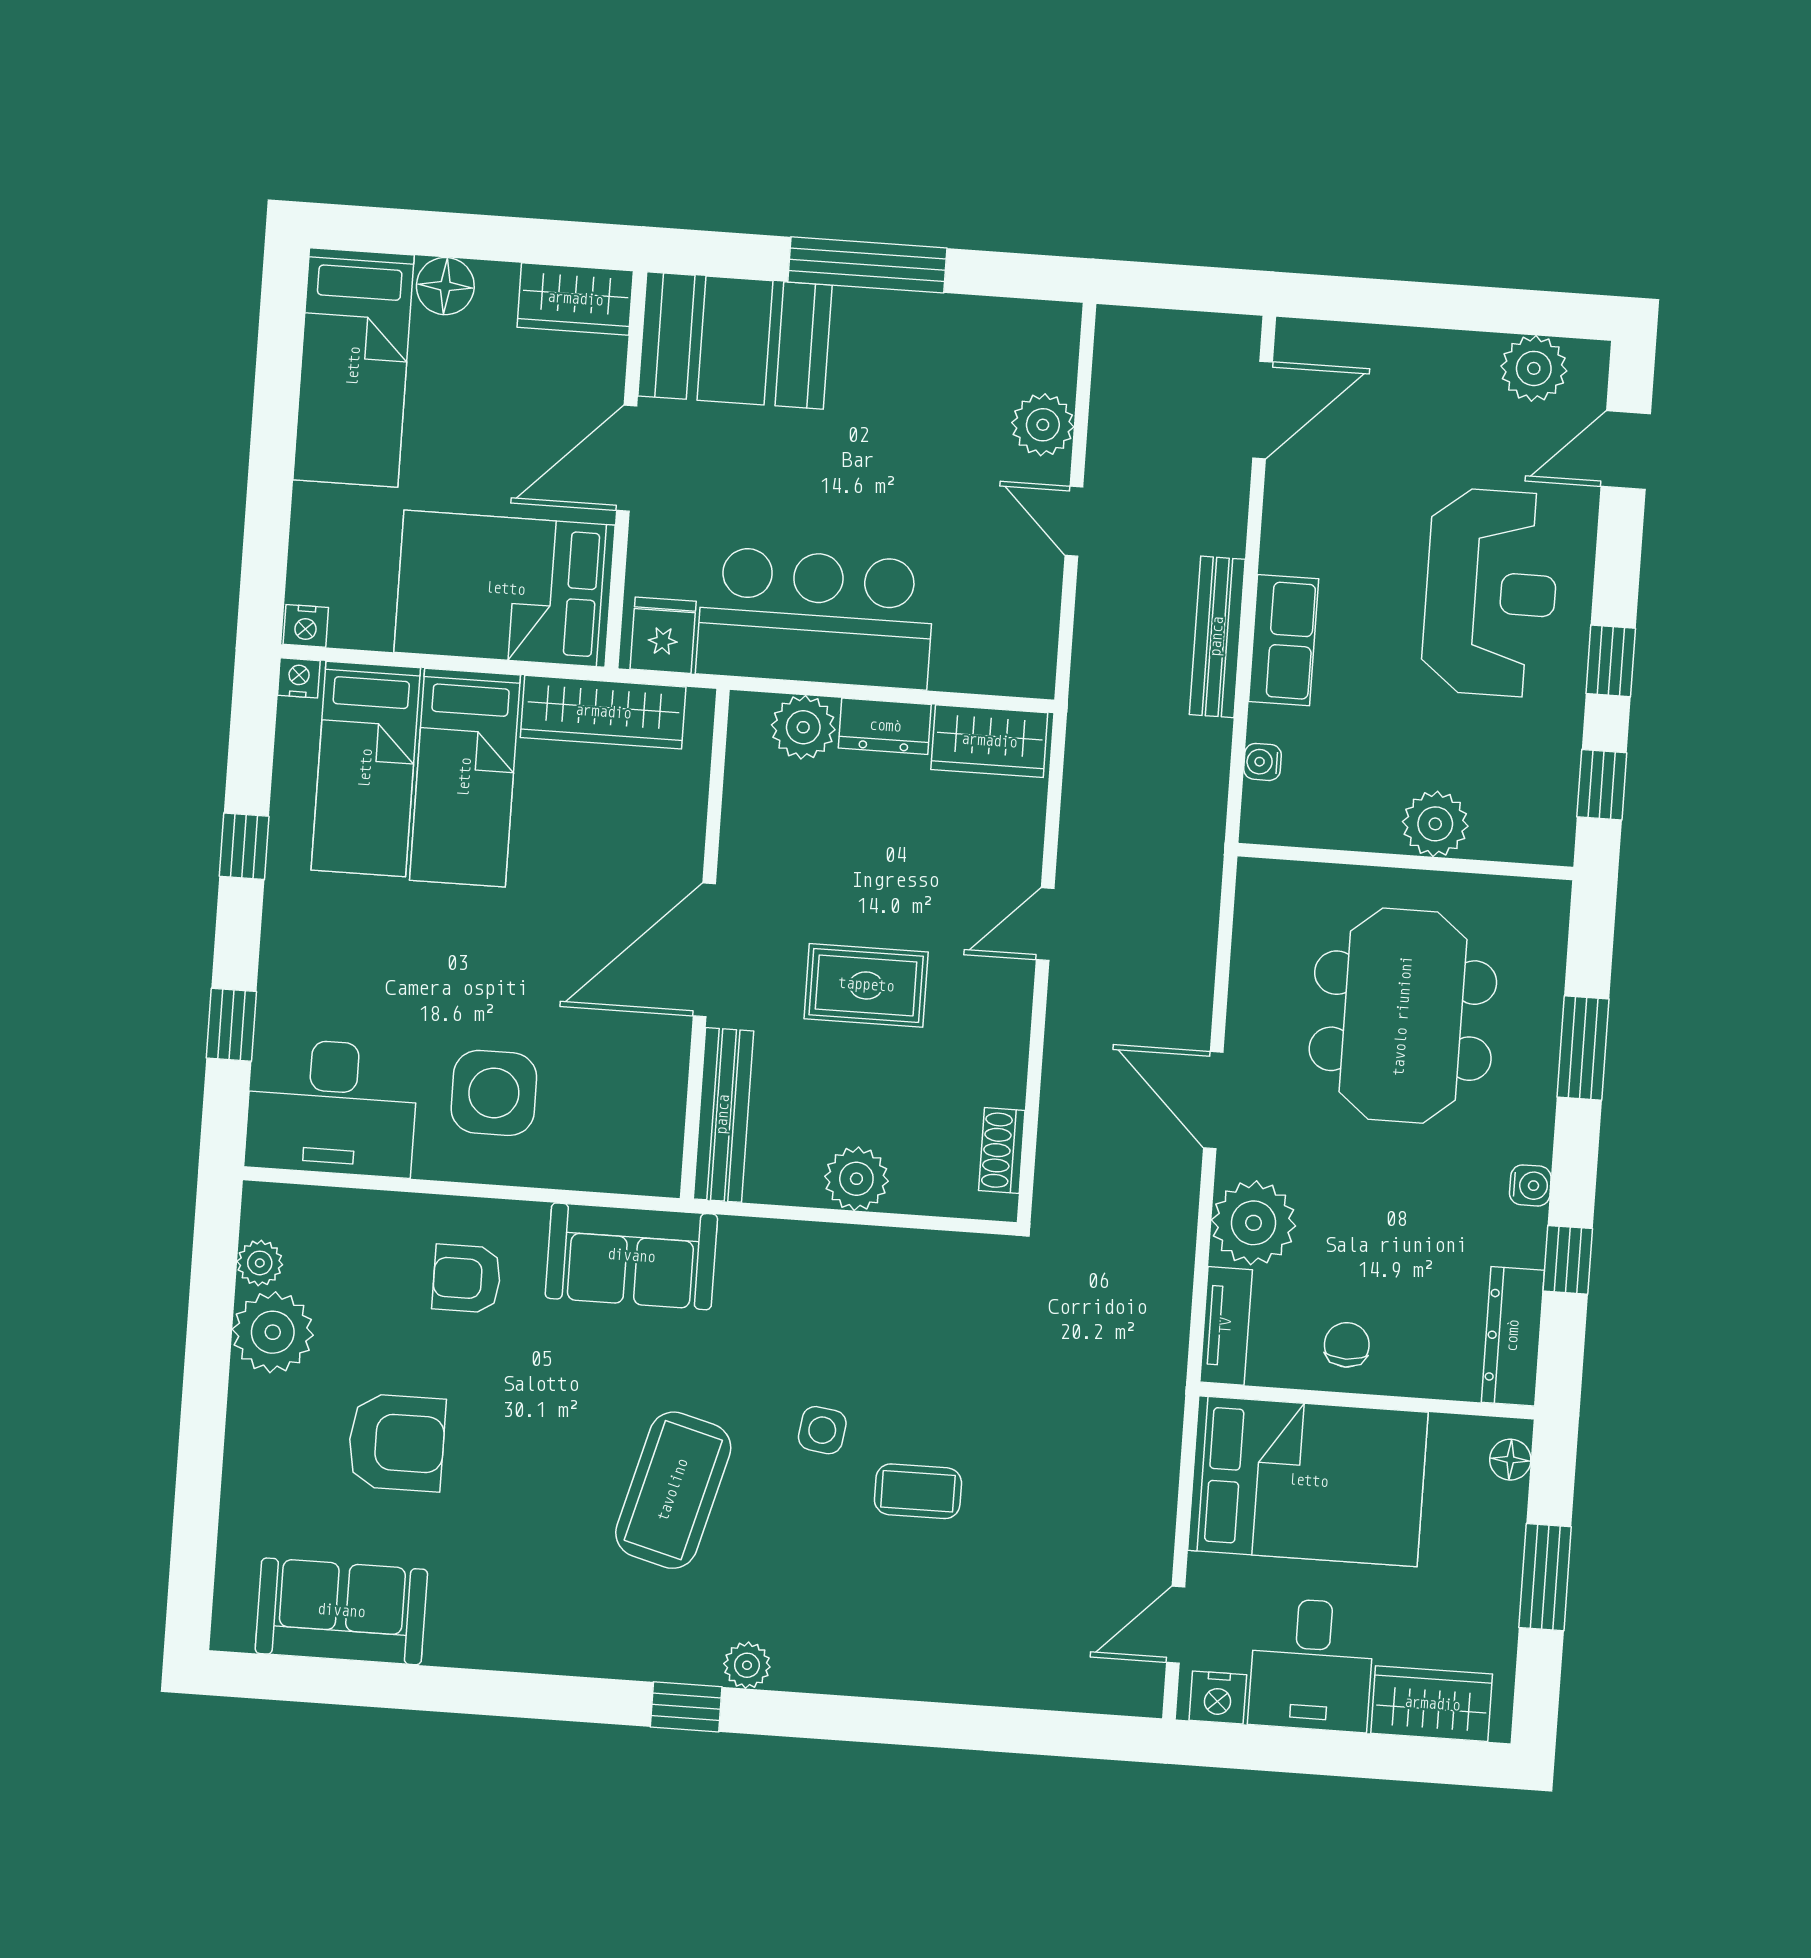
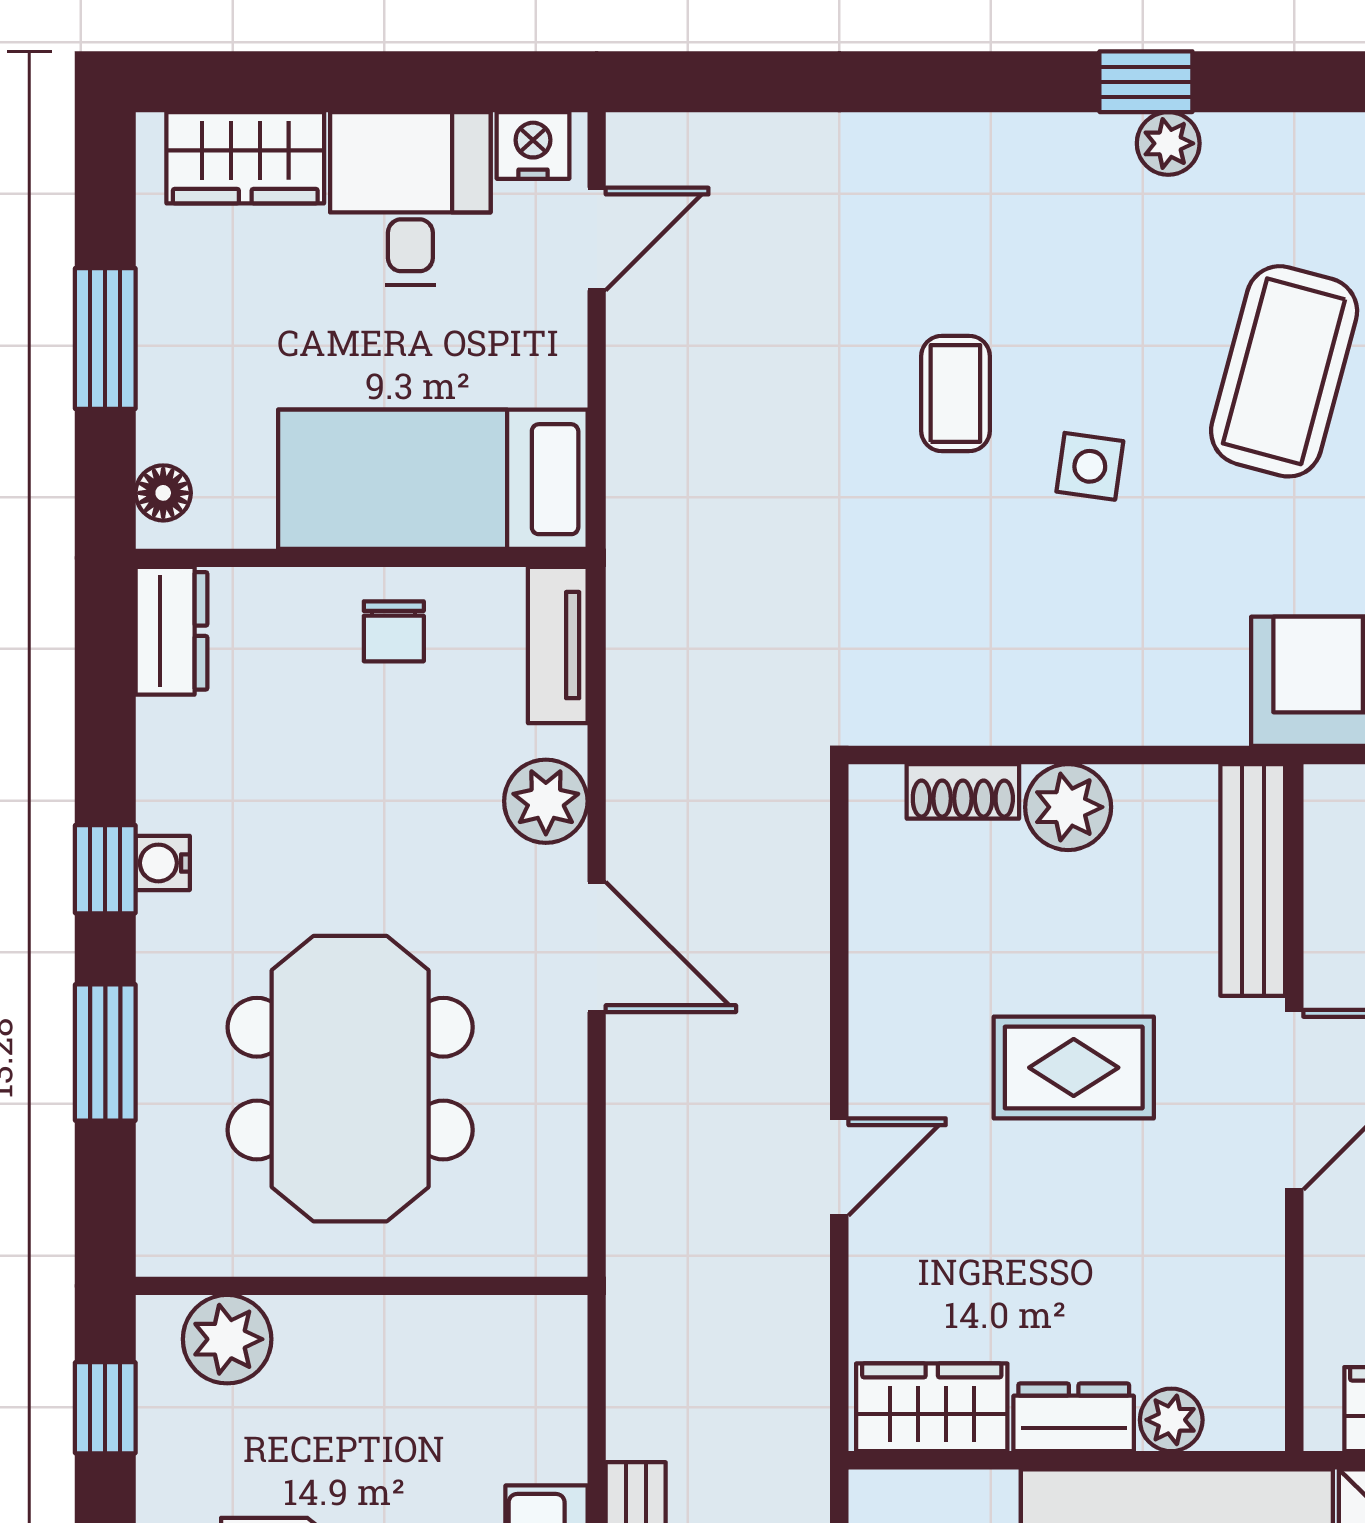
plant: (803, 727) -> (1171, 1420), width x0.73, depth x0.73
water cooler: (1262, 762) -> (563, 1406), removed
plant: (1435, 824) -> (227, 1339), moved
shoe rack: (1002, 1151) -> (963, 791), moved, turned 90
plant: (1254, 1223) -> (546, 801), width x0.73, depth x0.73
window: (1568, 1260) -> (105, 869), moved
dresser: (1513, 1336) -> (172, 631), width x0.70
bed: (1308, 1481) -> (433, 479), width x0.67
coffee table: (918, 1491) -> (955, 393), turned 90
window: (686, 1707) -> (1146, 82), moved

